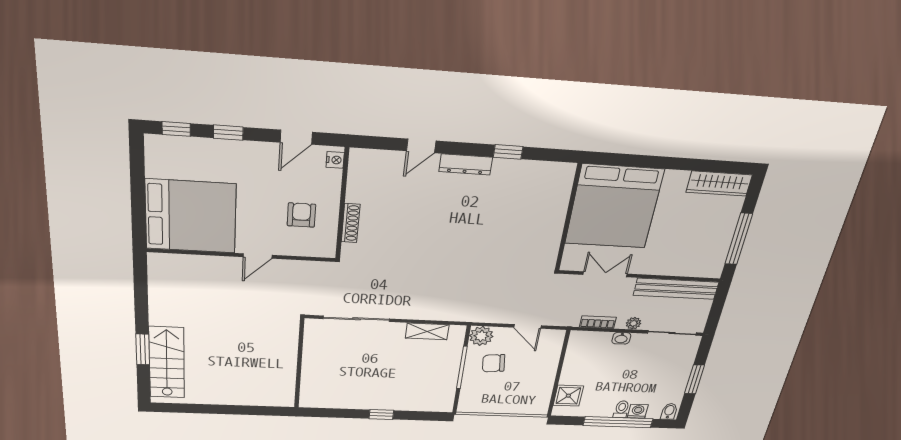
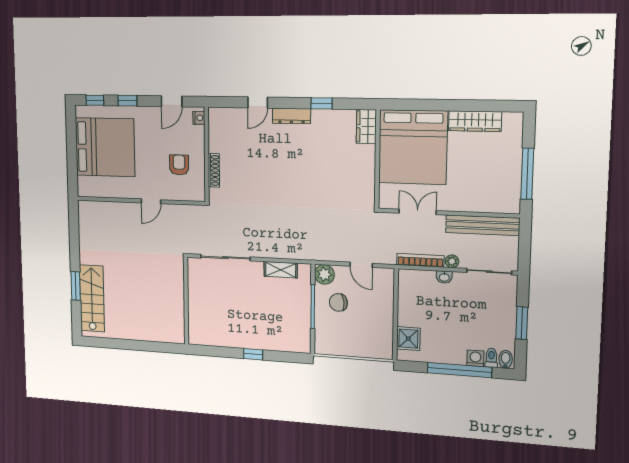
wardrobe: (561, 181) -> (366, 127), added
wardrobe: (719, 184) -> (475, 121), moved
bed: (191, 216) -> (105, 147), moved
bookcase: (598, 322) -> (420, 260), width x1.56
toilet: (621, 409) -> (491, 358), moved

